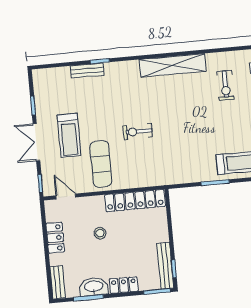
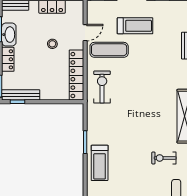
exercise bike: (138, 131) -> (102, 87), moved, width x1.38, depth x1.39
treadmill: (69, 135) -> (135, 26), turned 180
door: (66, 196) -> (85, 33), moved

